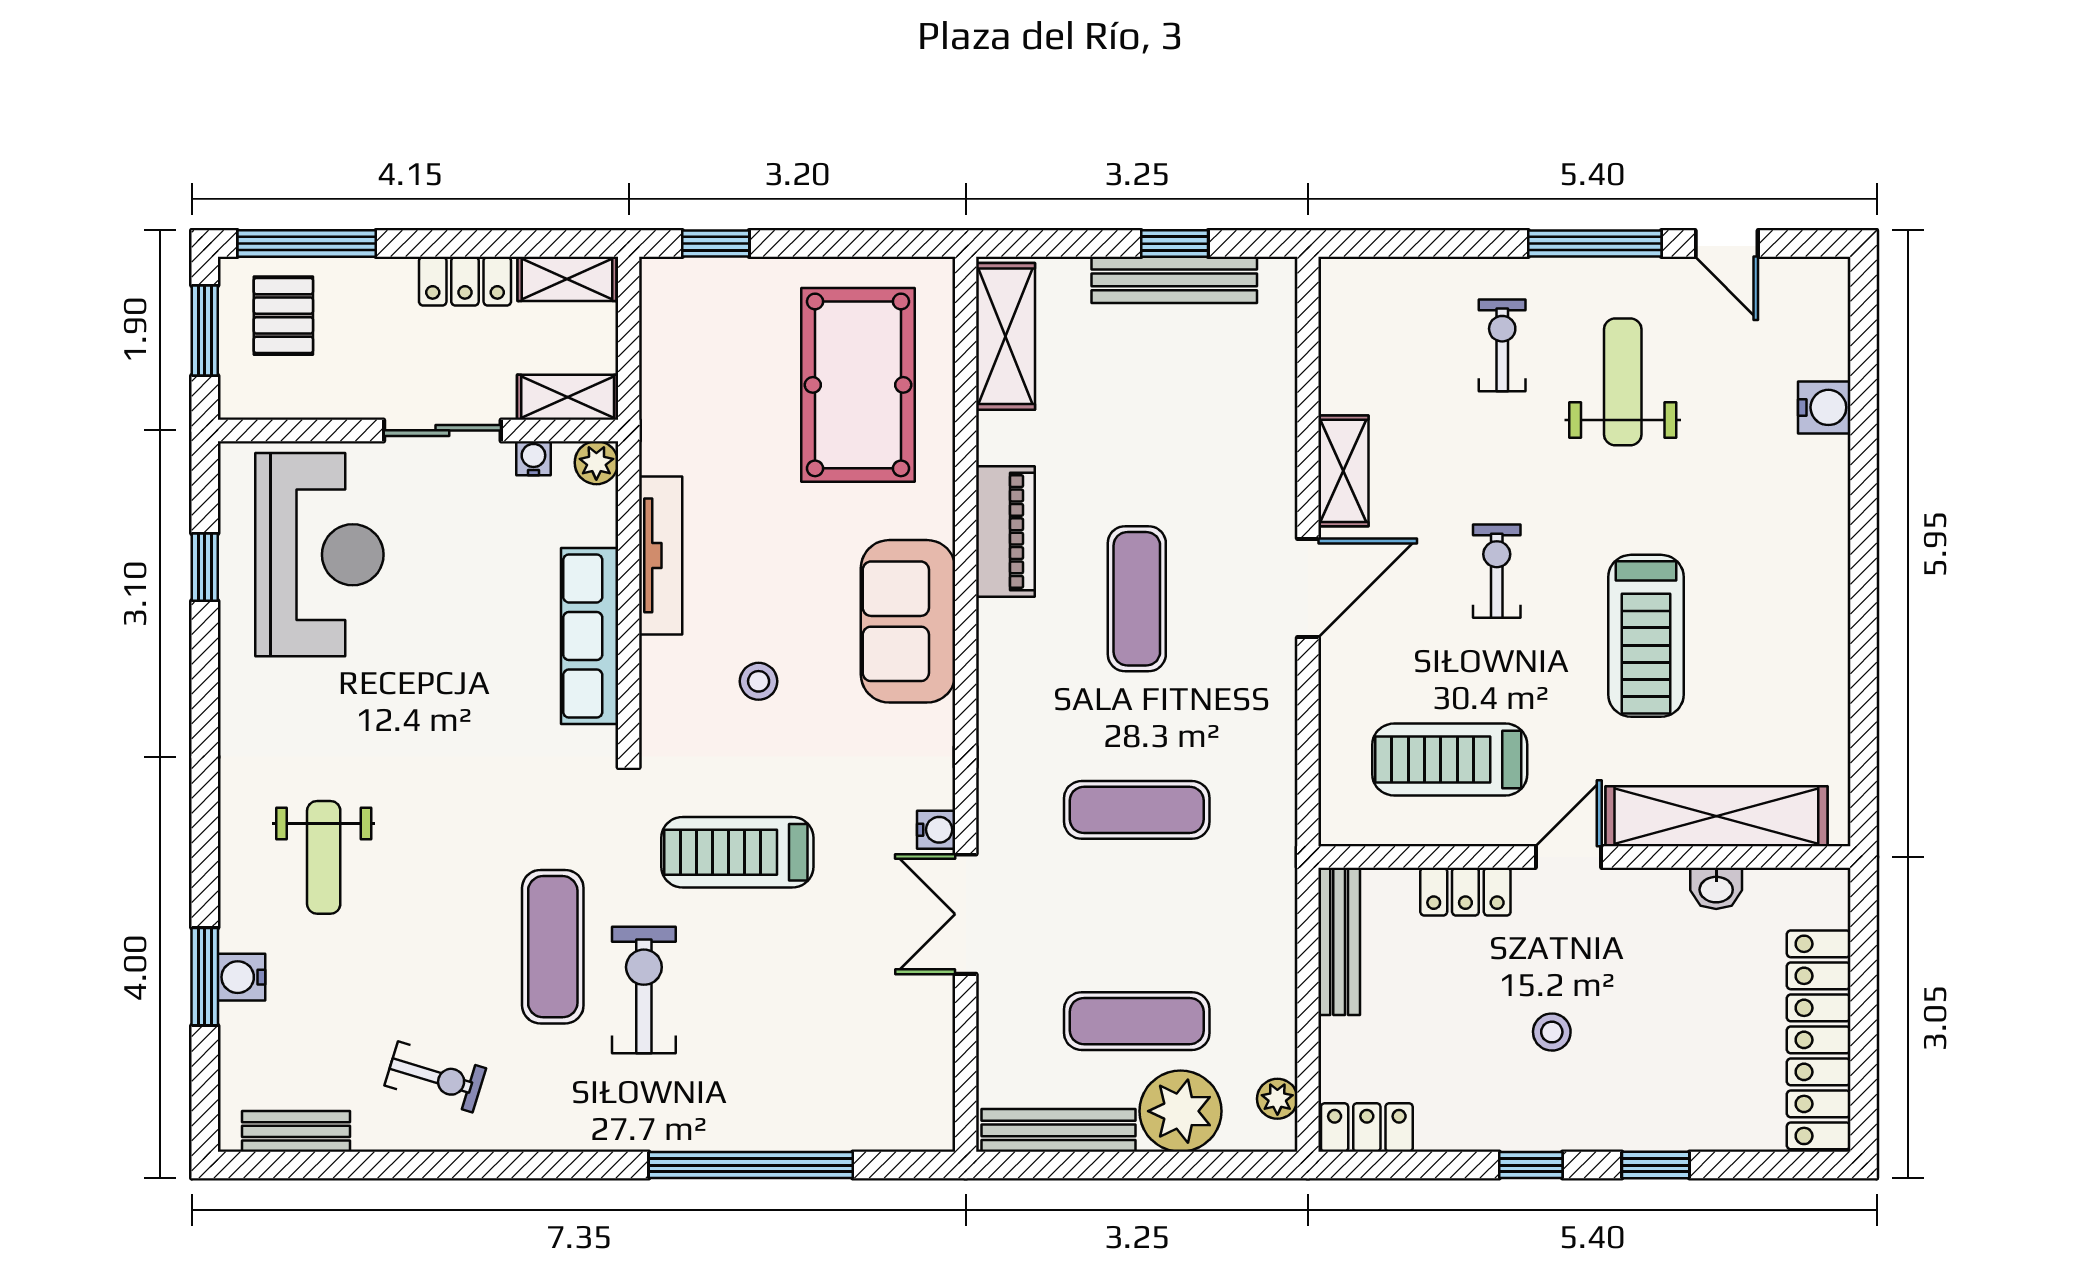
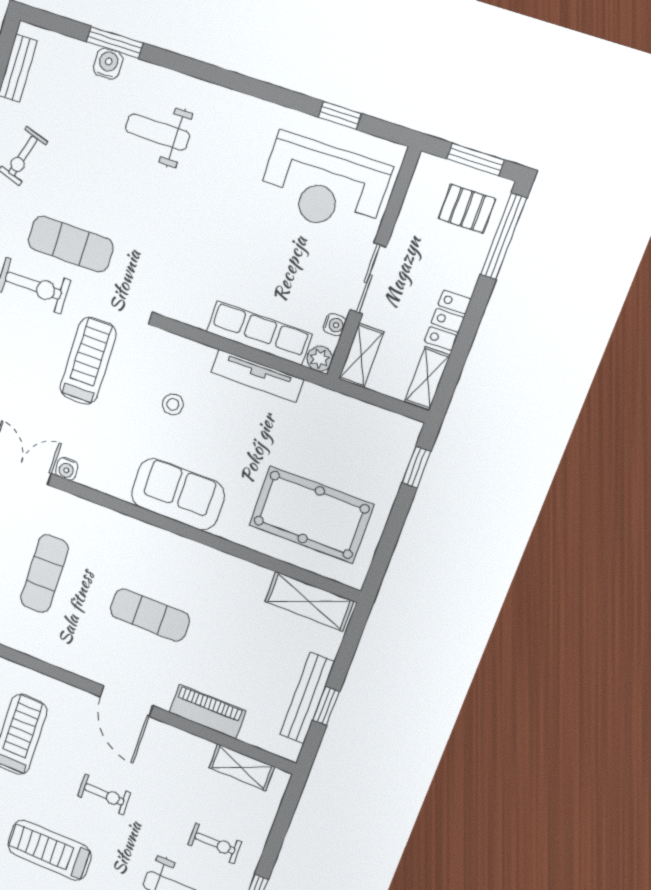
shelving: (1343, 471) -> (242, 767), moved
piano: (1005, 531) -> (207, 712), moved, turned 180
row of seats: (590, 636) -> (259, 333), moved

